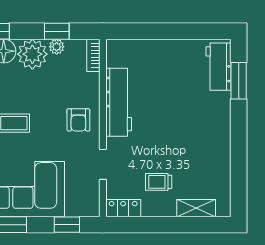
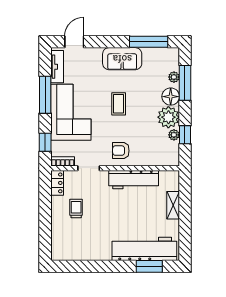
bookcase: (93, 55) -> (63, 161), moved
workbench: (218, 67) -> (144, 249), width x1.88, depth x1.32
shelving: (196, 208) -> (173, 205), moved

